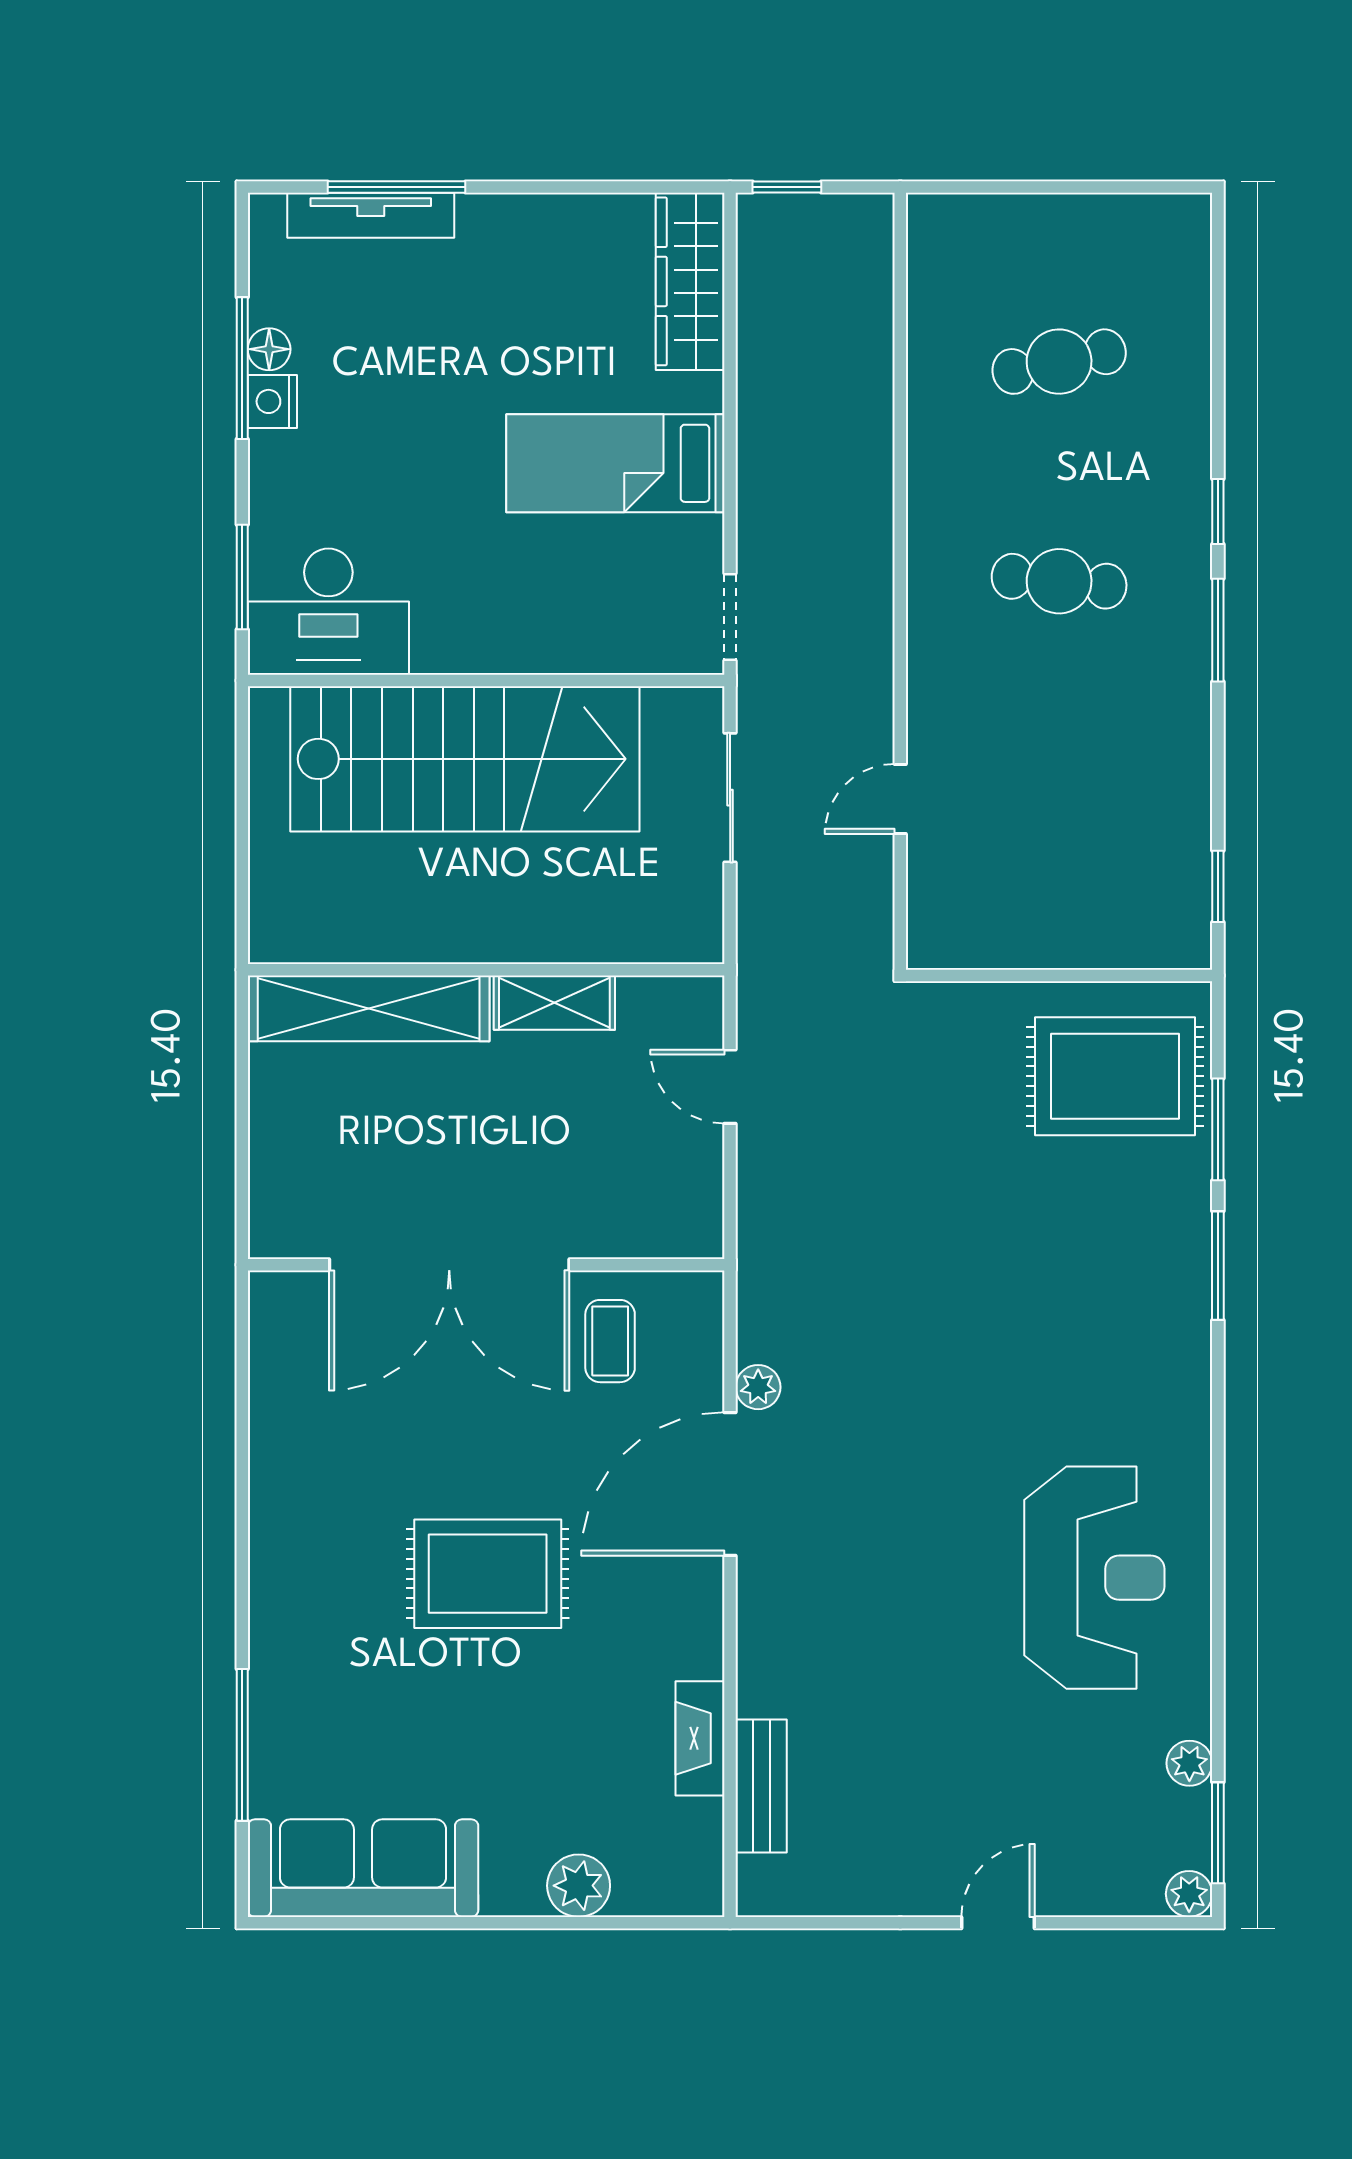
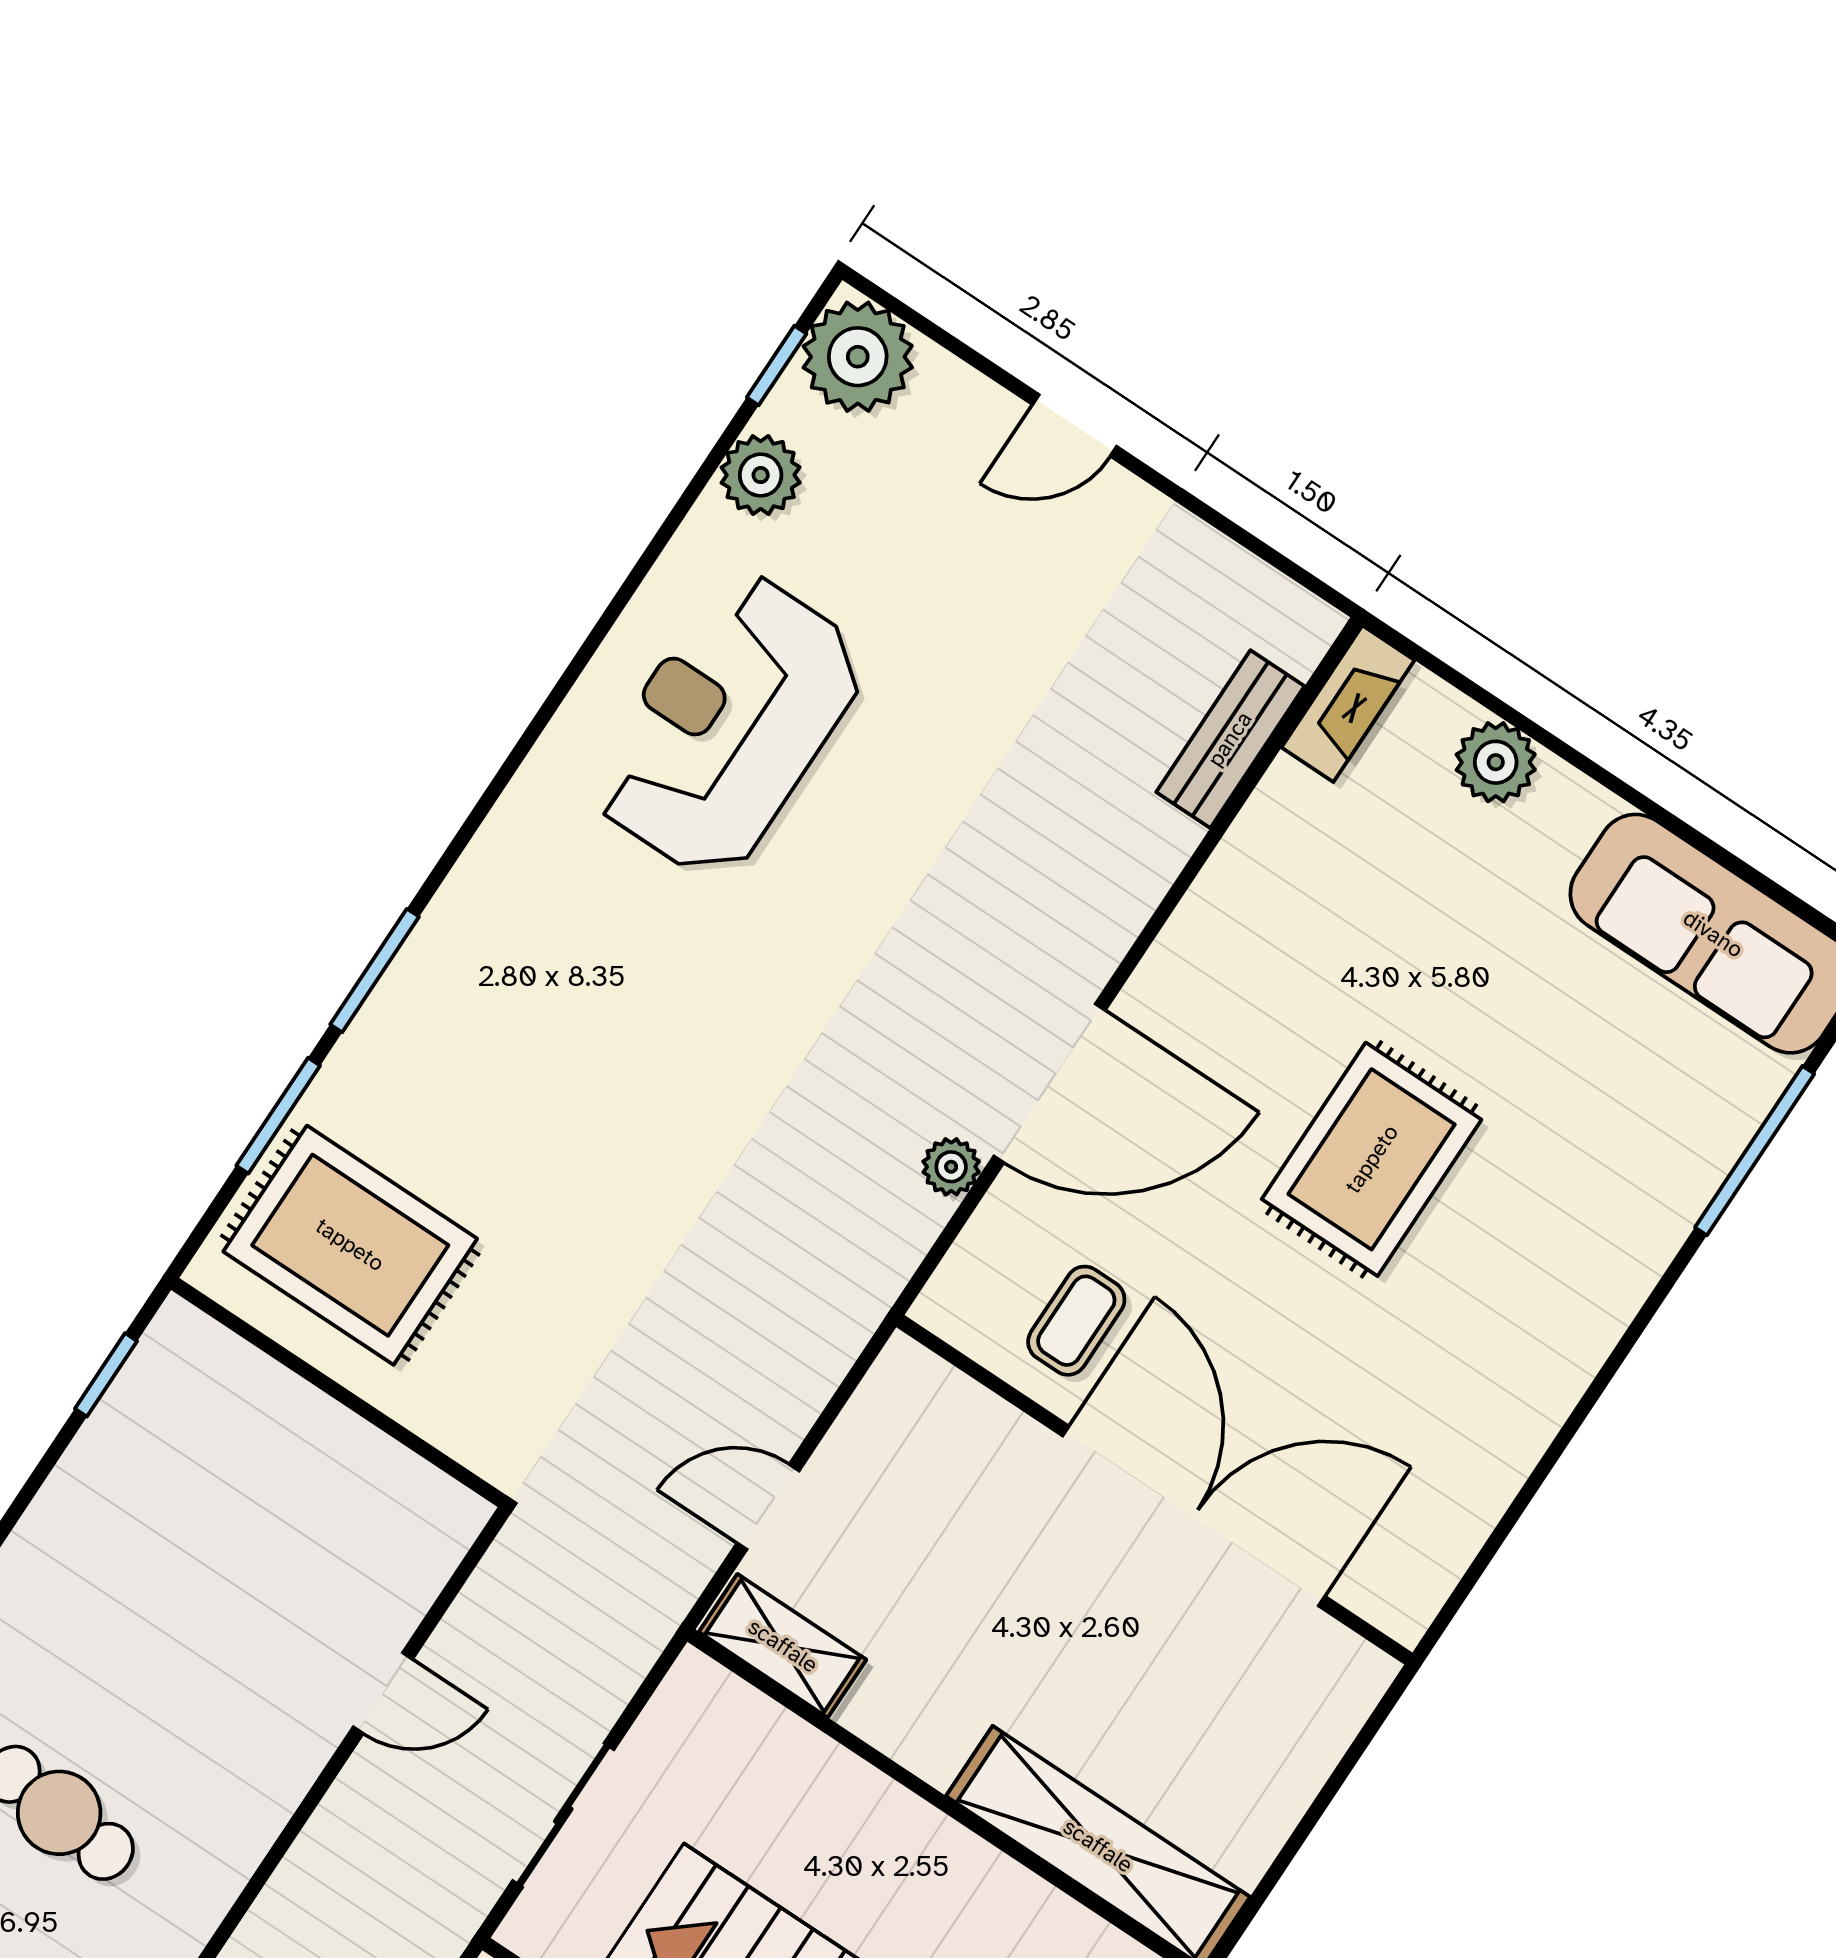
shelving: (554, 1003) -> (783, 1646), moved
door: (730, 1087) -> (768, 1507), swing flipped
rug: (488, 1574) -> (1372, 1159), turned 90
fireplace: (700, 1738) -> (1348, 704), moved
plant: (1189, 1763) -> (761, 475), width x1.38, depth x1.38
window: (1218, 1833) -> (777, 366), width x0.67
plant: (1189, 1894) -> (858, 357), width x1.87, depth x1.87

